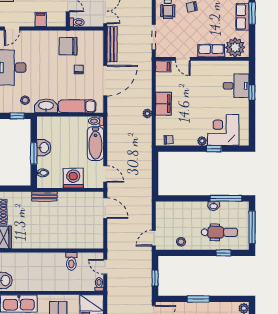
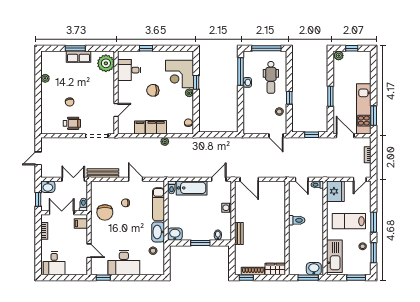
filing cabinet: (41, 19) -> (81, 223), moved
door: (12, 29) -> (89, 251), moved
row of seats: (211, 51) -> (109, 85), removed
filing cabinet: (163, 66) -> (140, 128), moved
door: (105, 81) -> (136, 179), width x0.53
desk: (236, 86) -> (129, 70), moved, turned -90
chair: (205, 100) -> (153, 90), added
window: (17, 116) -> (167, 258), removed
washbasin: (44, 148) -> (175, 234), moved
washing machine: (73, 178) -> (227, 208), width x0.53, depth x0.53
door: (105, 208) -> (249, 179), swing flipped
dental chair: (219, 232) -> (271, 77), turned 180
window: (223, 253) -> (289, 98), moved
toilet: (71, 261) -> (297, 220), moved
door: (105, 267) -> (302, 179), hinge flipped

